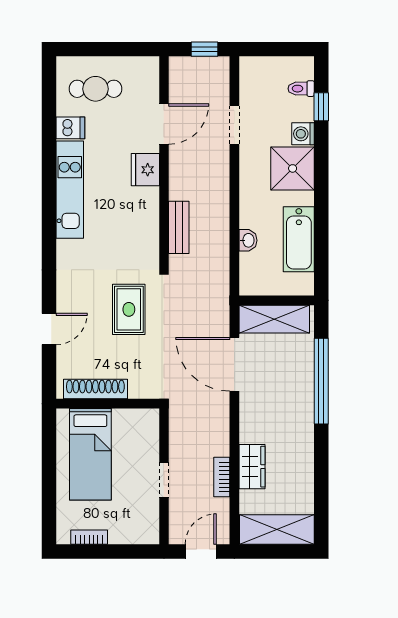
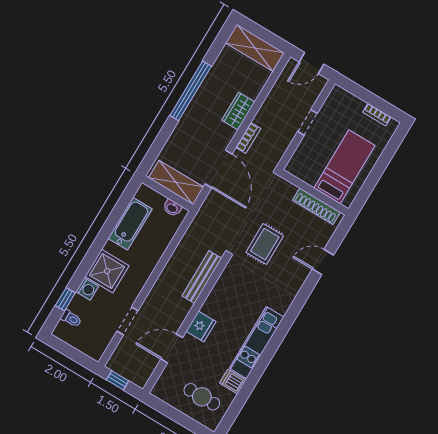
bench: (179, 227) -> (202, 277), width x1.36
washbasin: (248, 240) -> (172, 208), moved, turned -90
window: (321, 381) -> (191, 91), moved
wardrobe: (252, 467) -> (238, 111), moved
bookcase: (222, 477) -> (248, 138), moved

